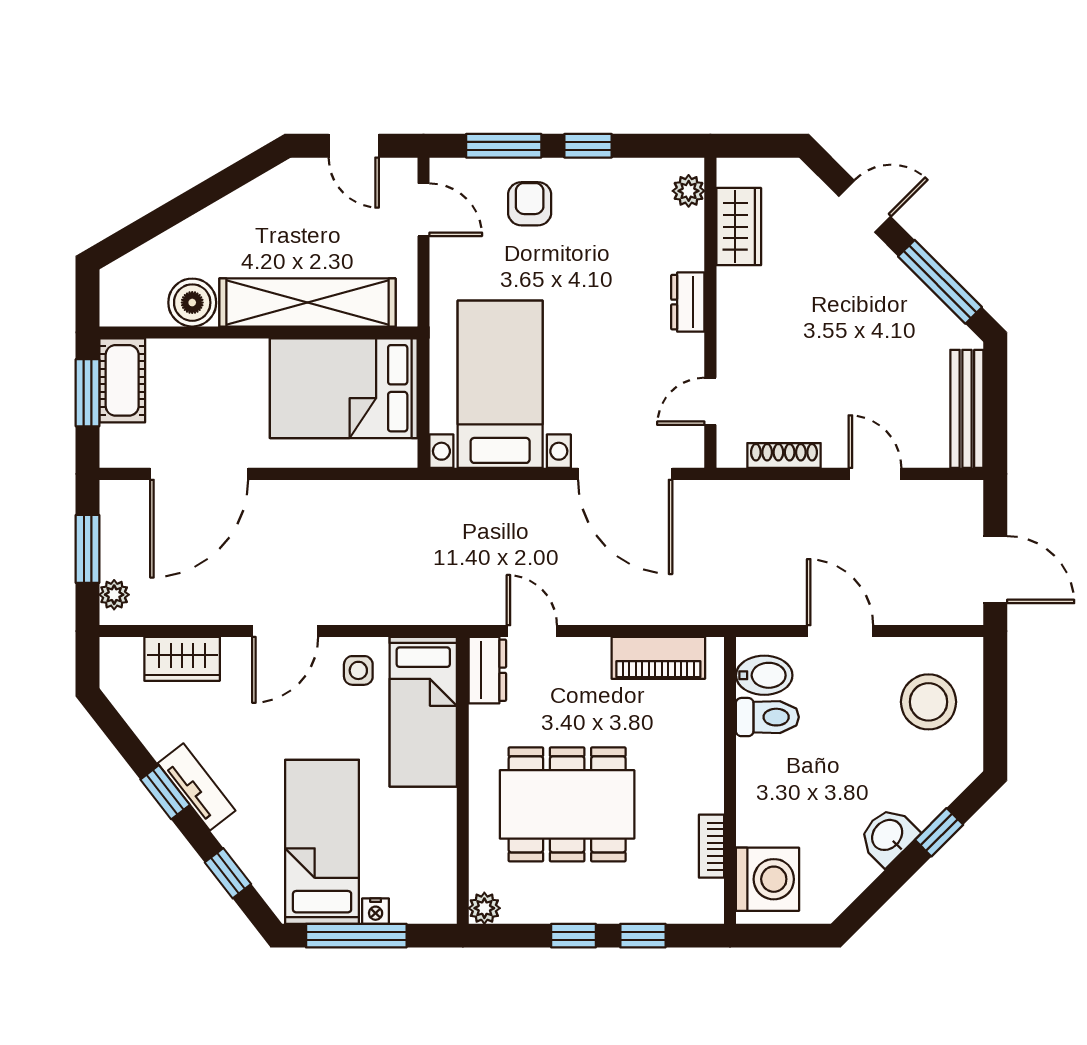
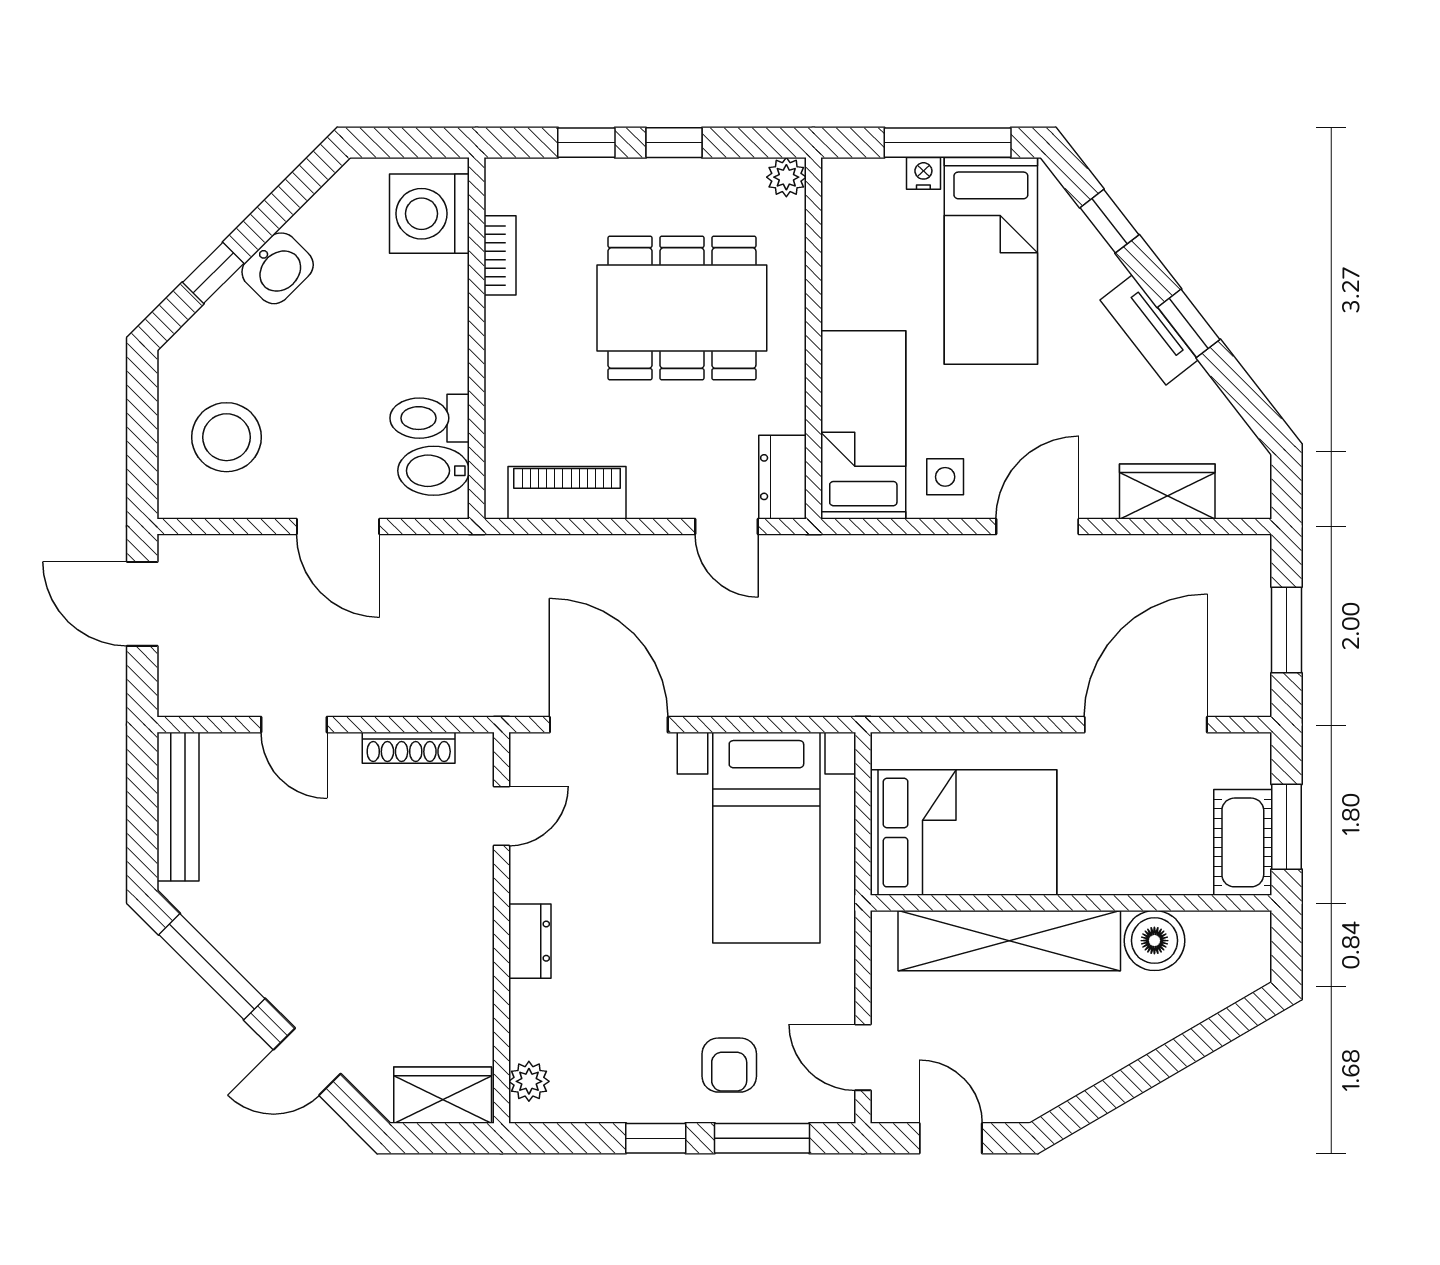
wardrobe: (739, 227) -> (443, 1095), moved, turned 90
plant: (114, 595) -> (1253, 572), removed

